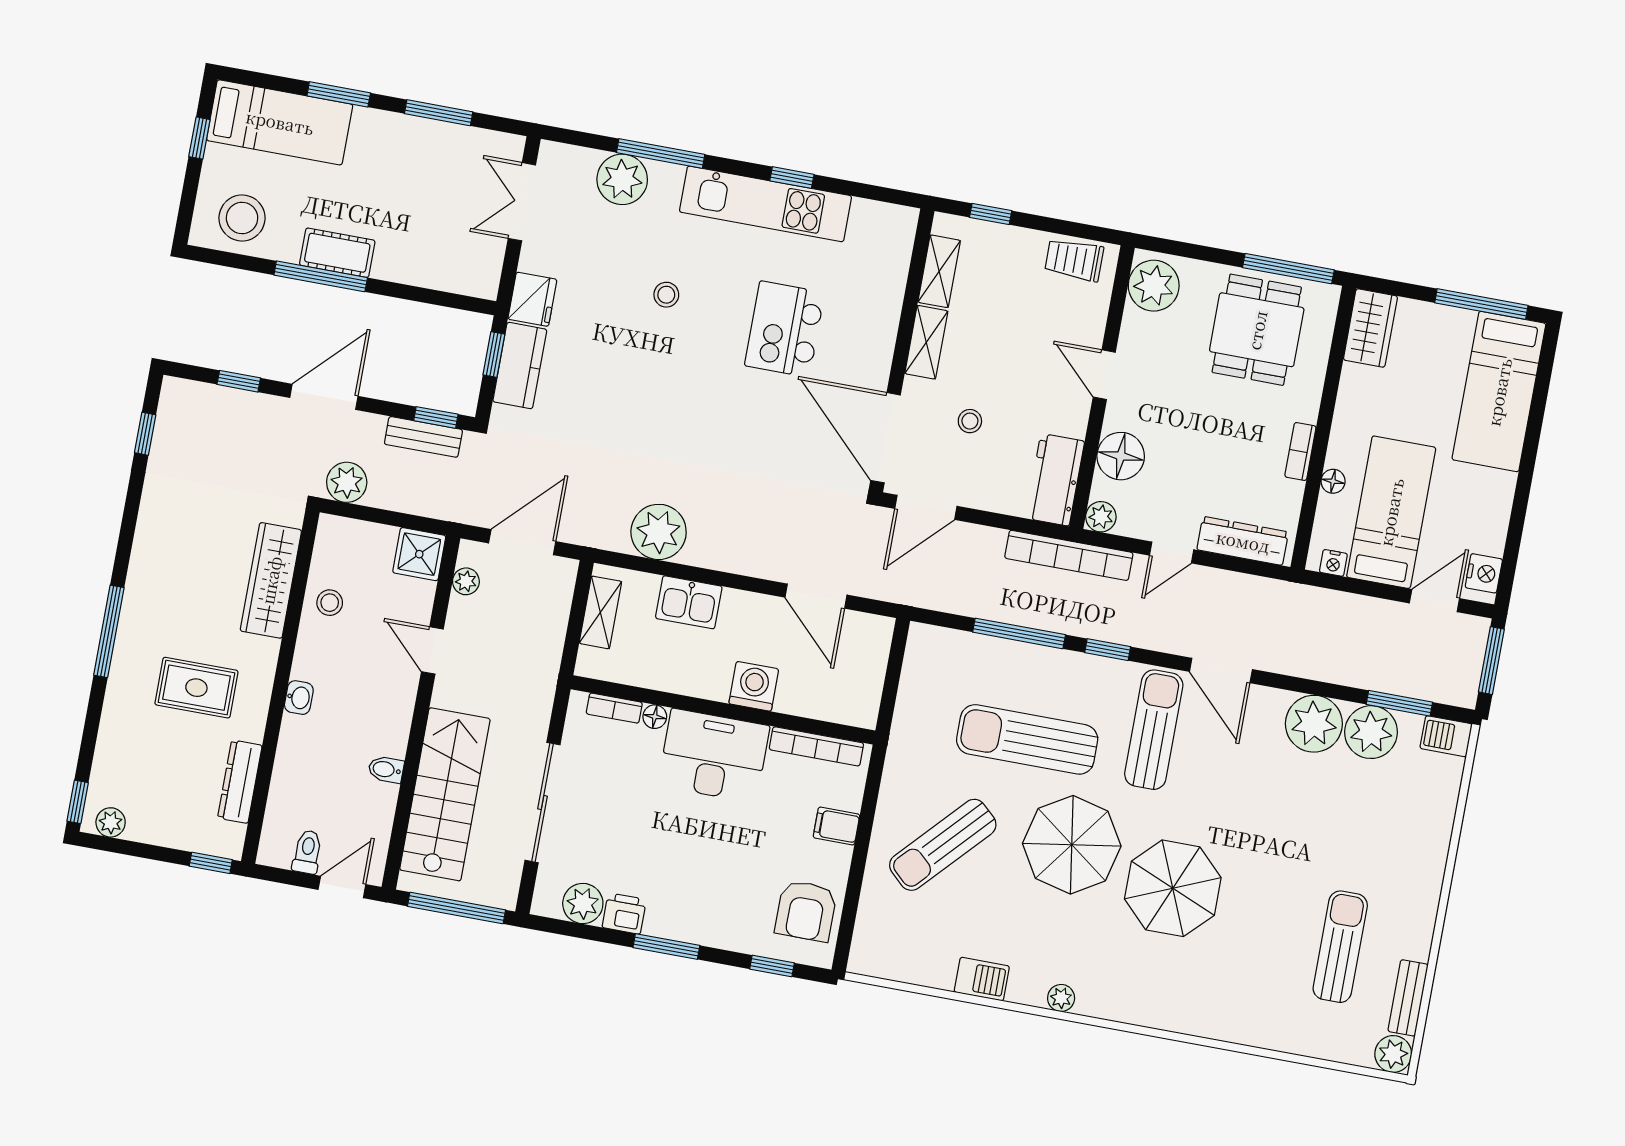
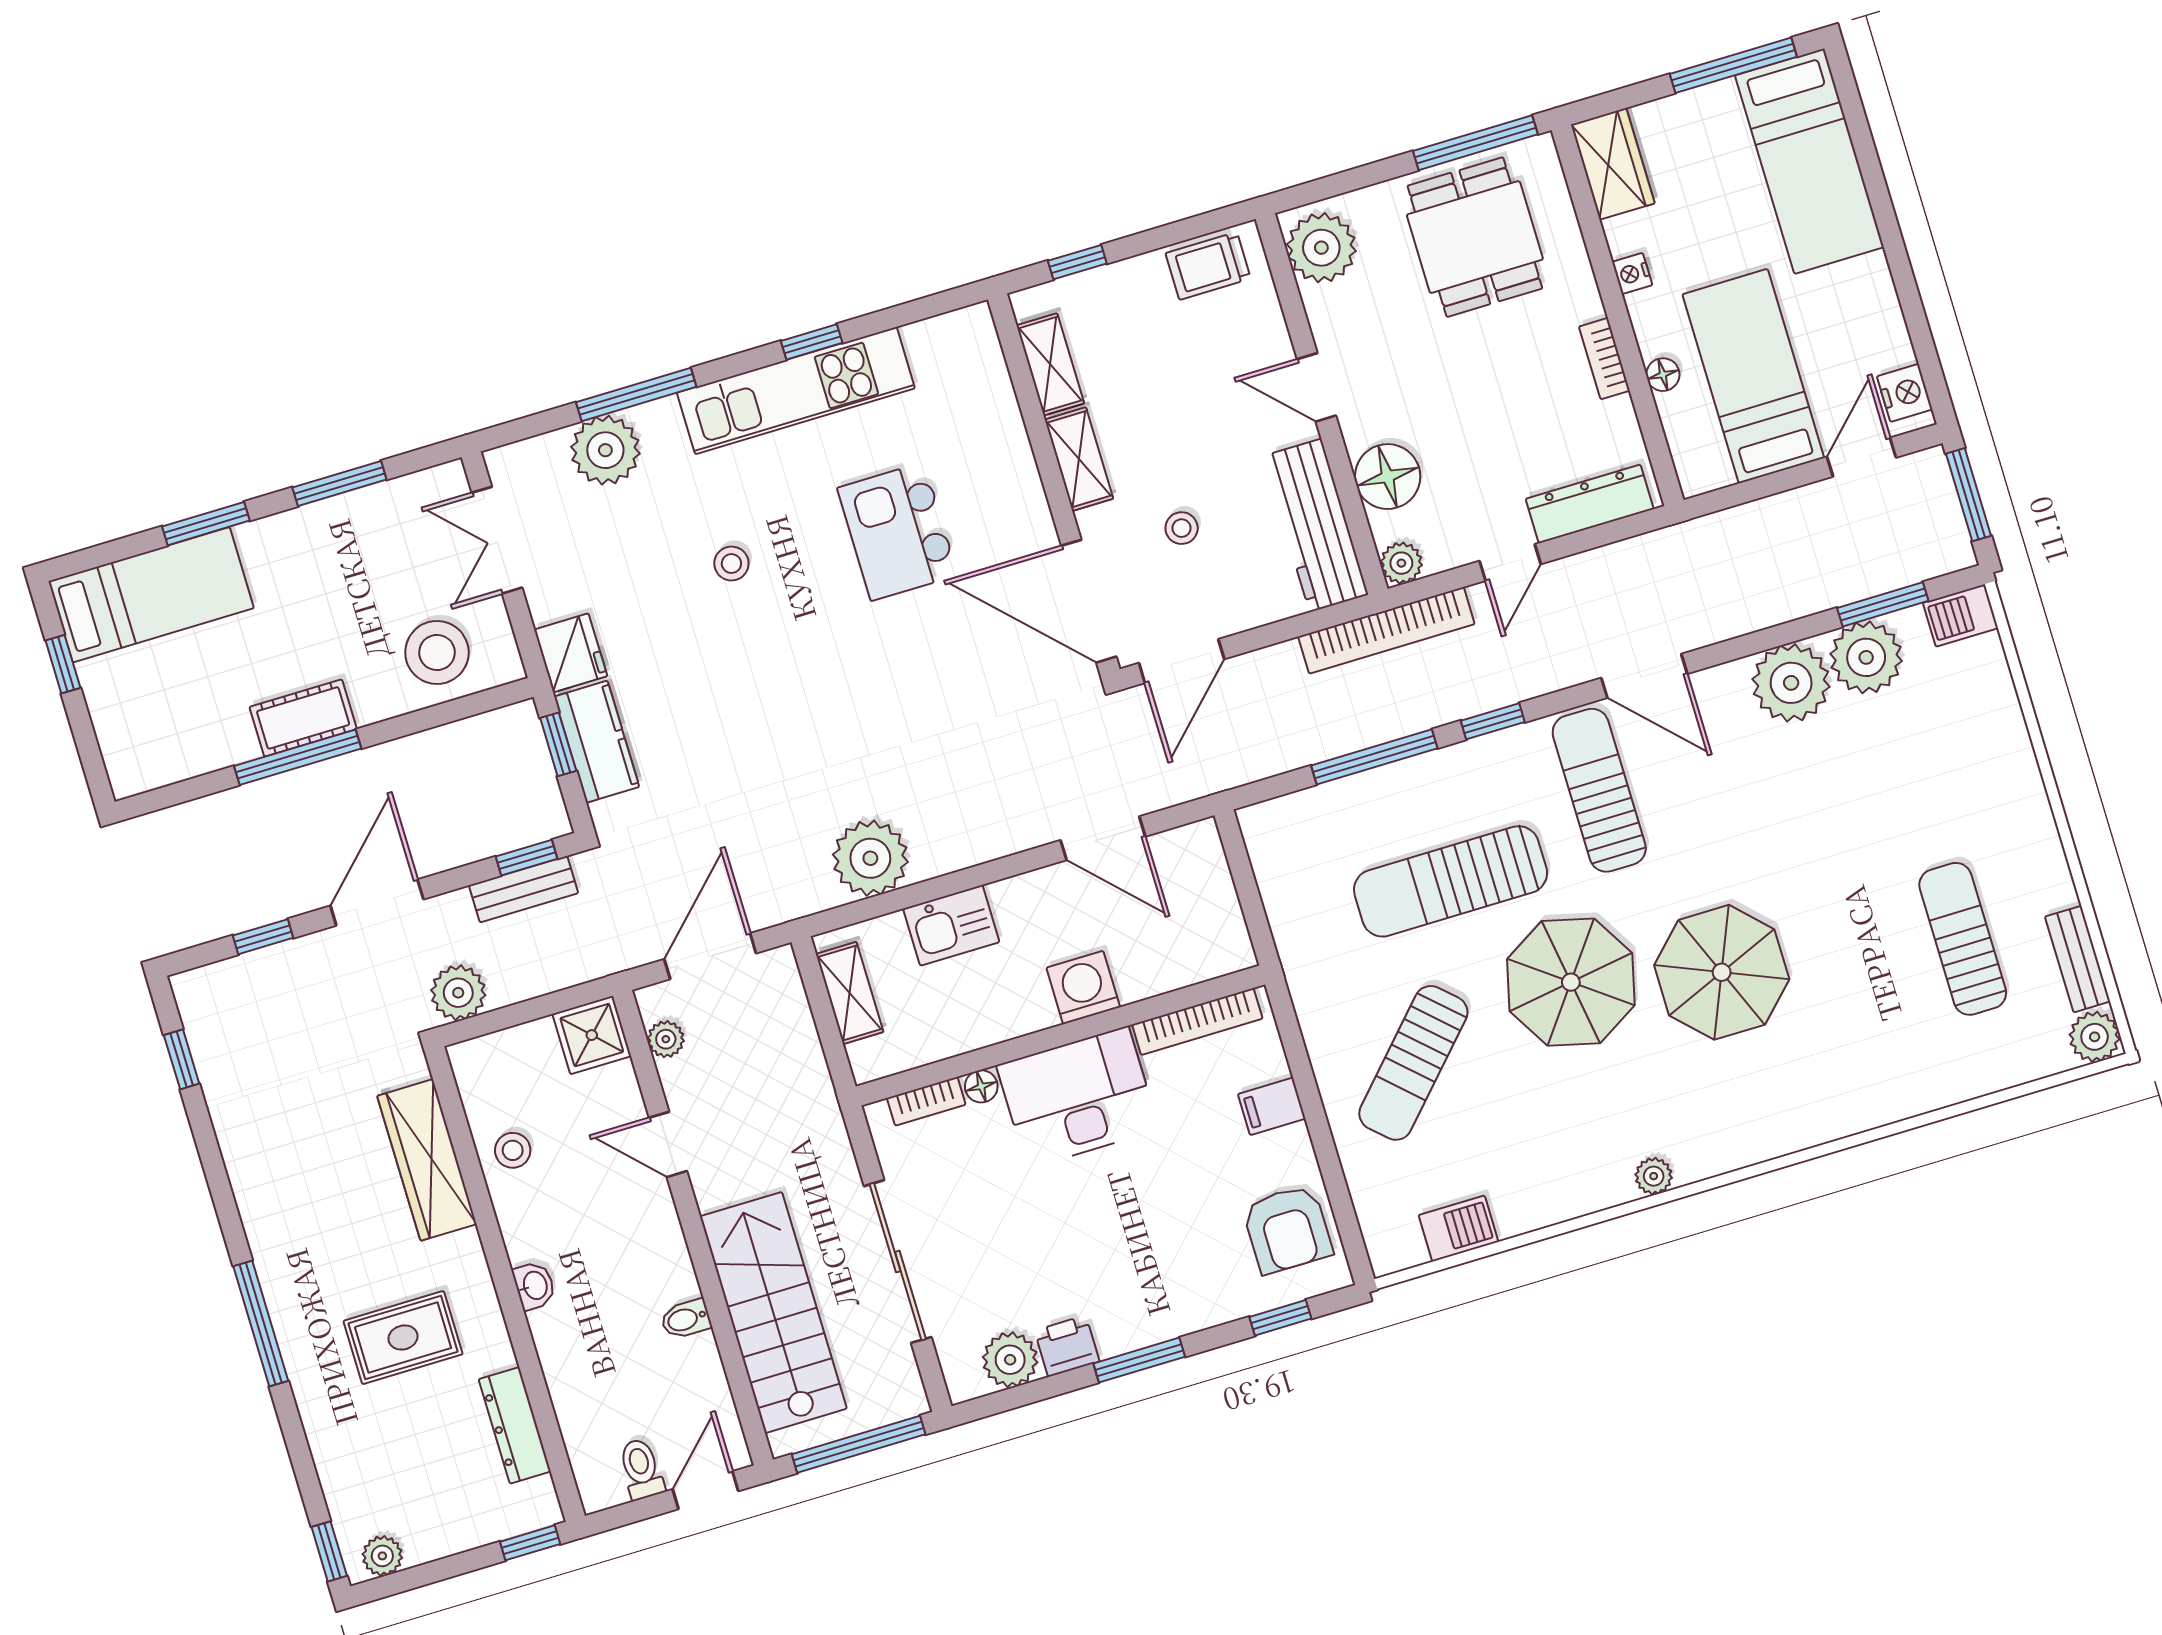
stool: (242, 218) -> (437, 652), moved
workbench: (1055, 480) -> (1316, 525), width x1.37
nightstand: (1333, 563) -> (1632, 273), moved, turned 90
barbecue: (982, 979) -> (1458, 1229), moved

